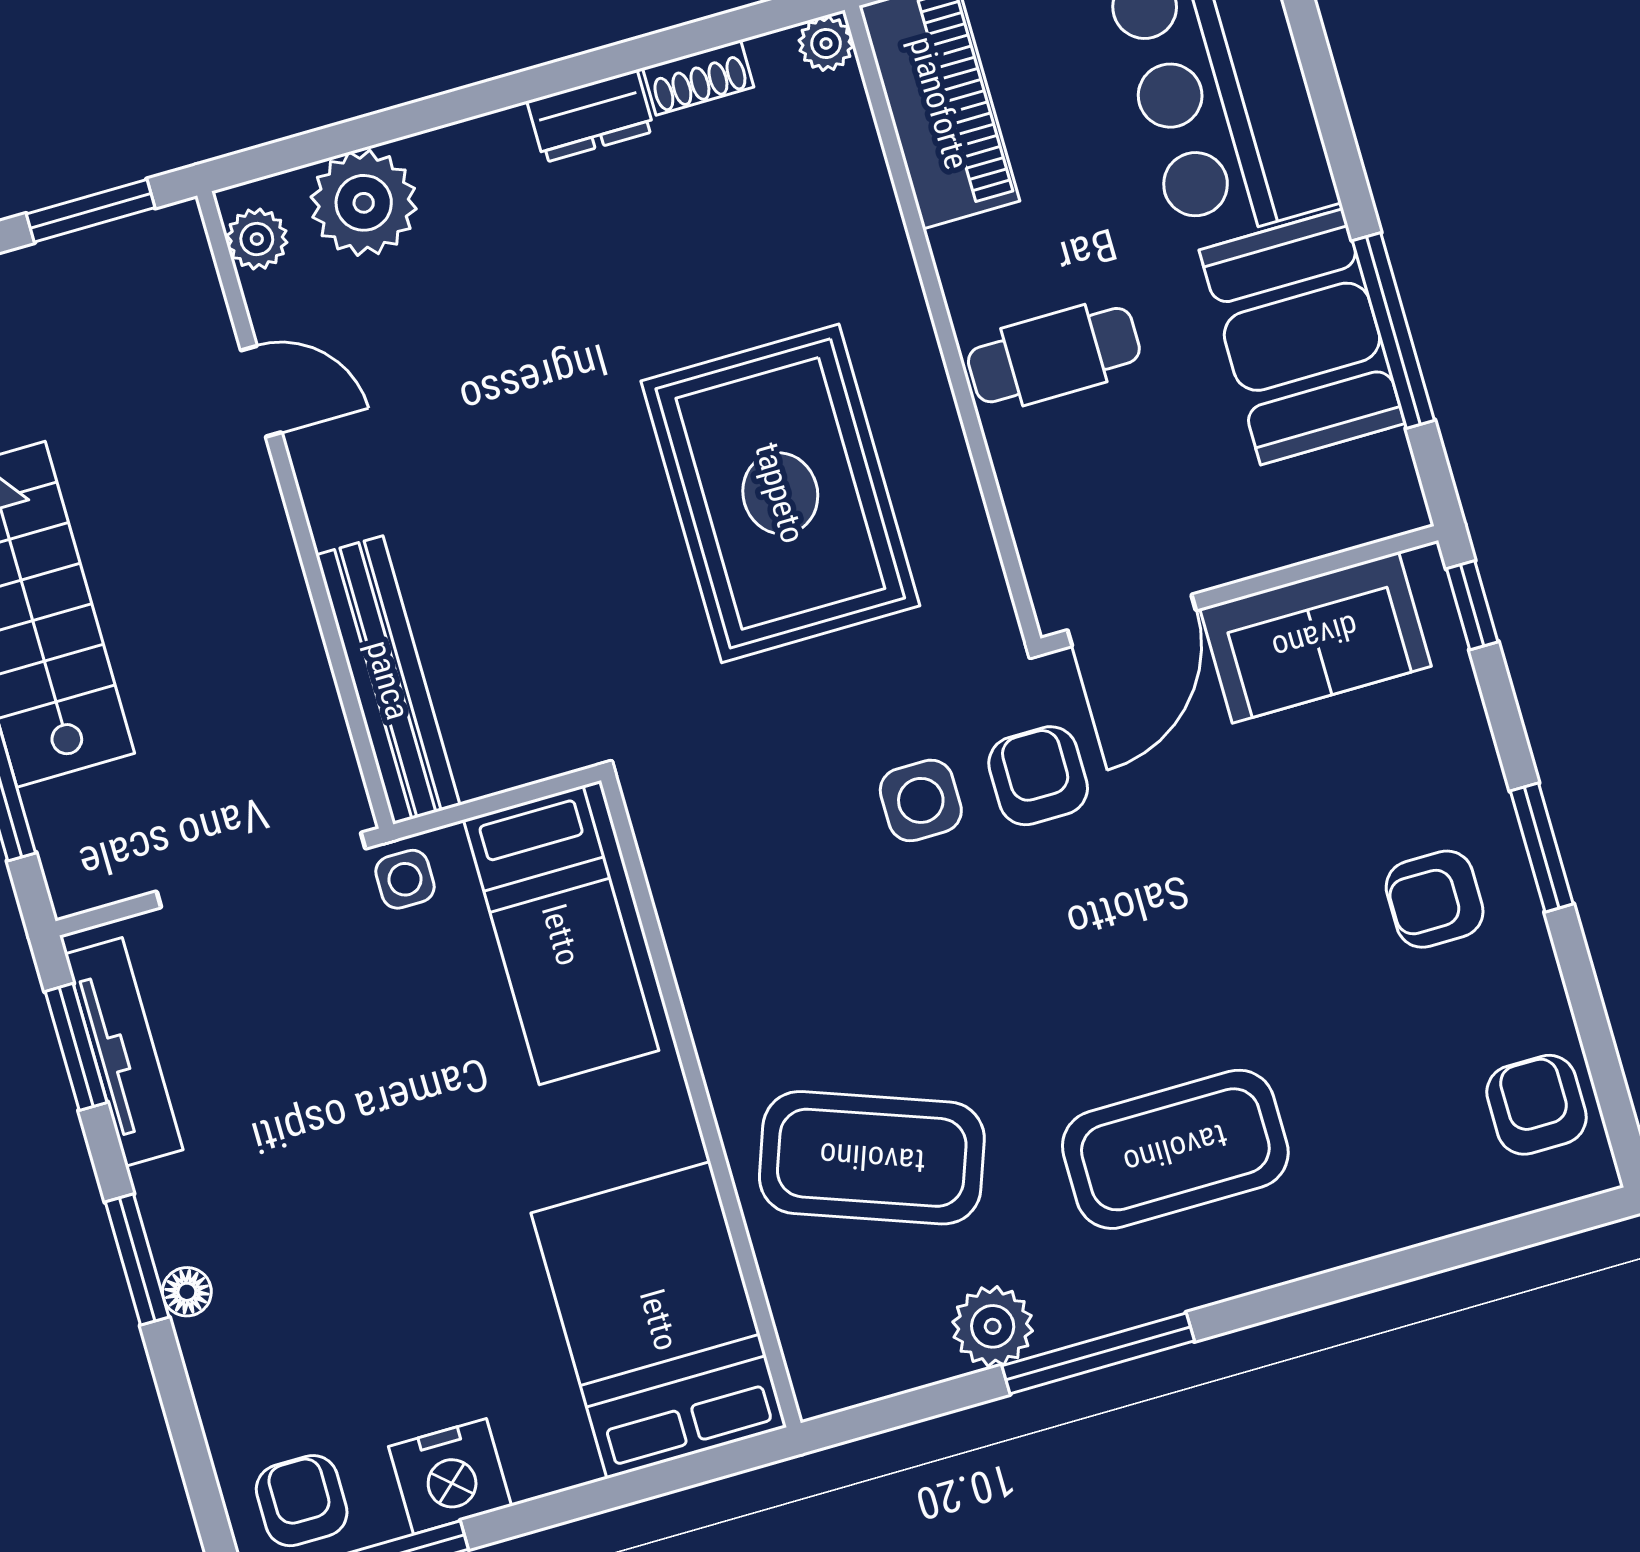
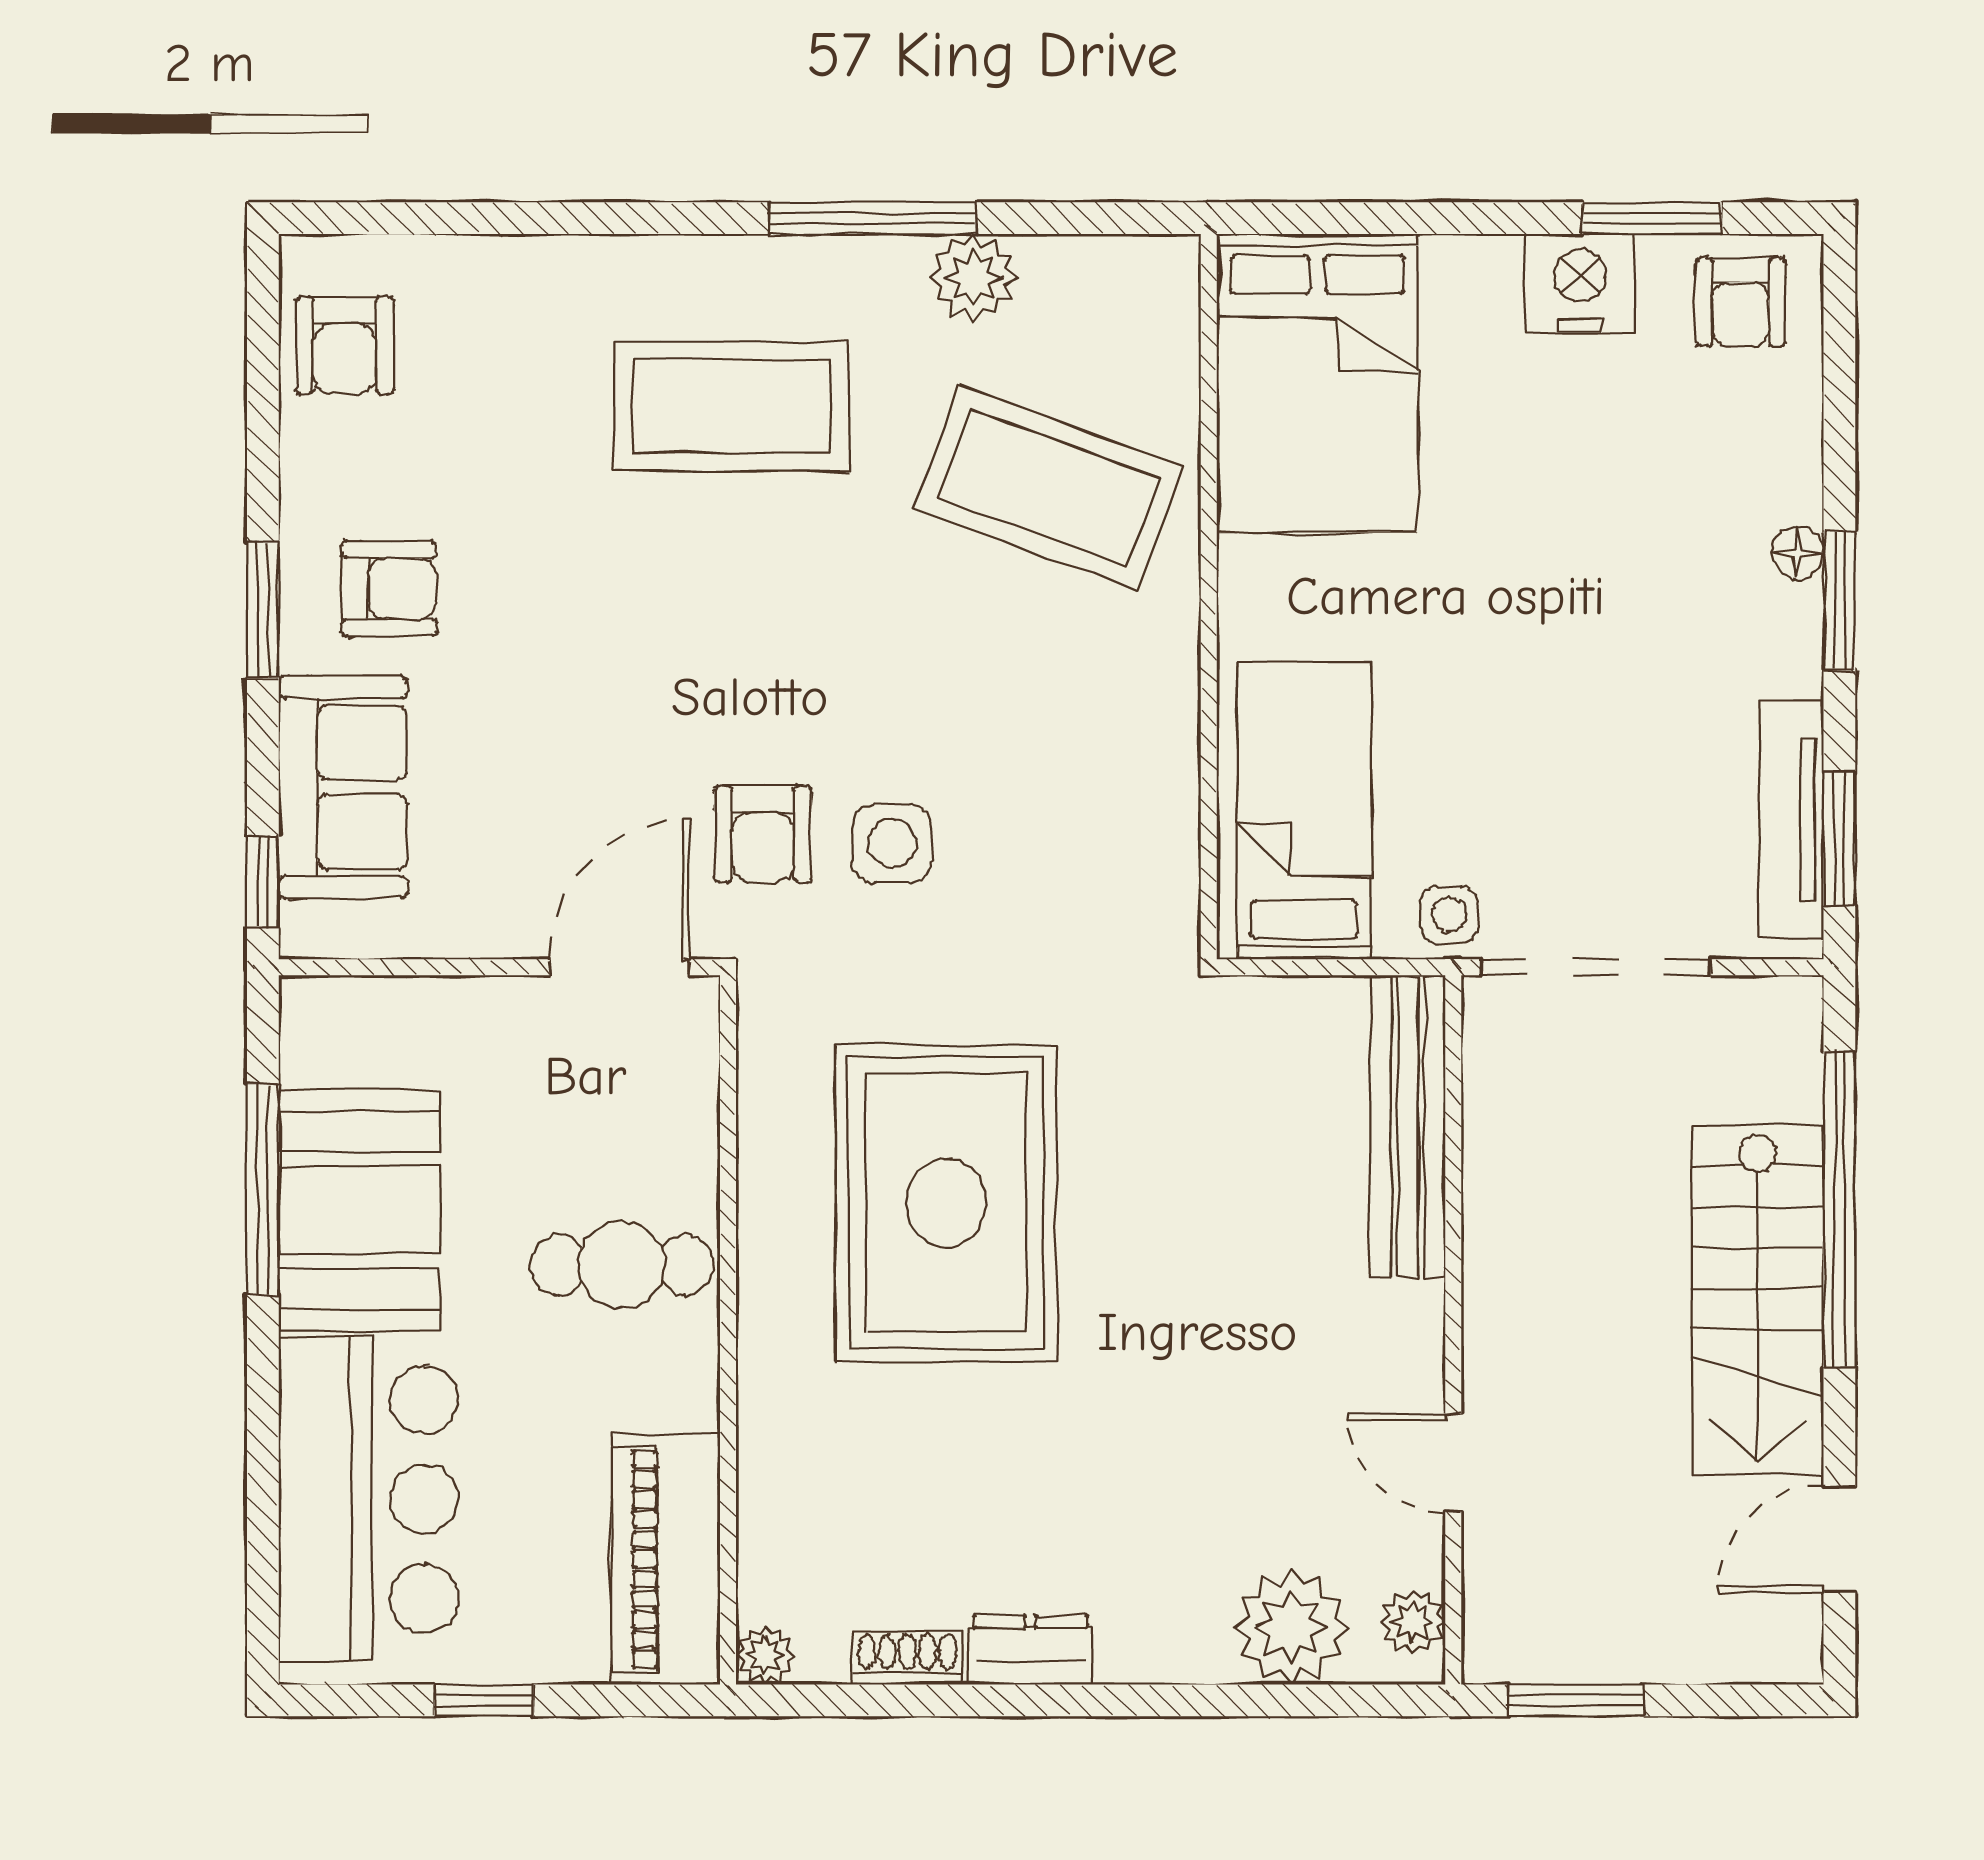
sofa: (1315, 637) -> (343, 787), moved, turned 90

